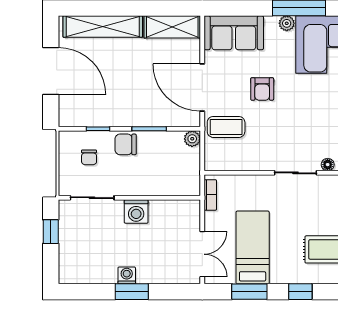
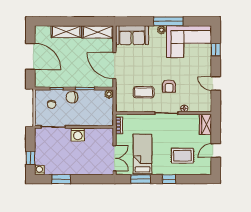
shelving: (103, 26) -> (66, 32), width x0.68
armchair: (262, 89) -> (169, 86), moved
coffee table: (226, 127) -> (144, 92), moved
window: (51, 232) -> (30, 158), moved
washing machine: (127, 275) -> (39, 170), moved
window: (132, 292) -> (61, 179), moved

